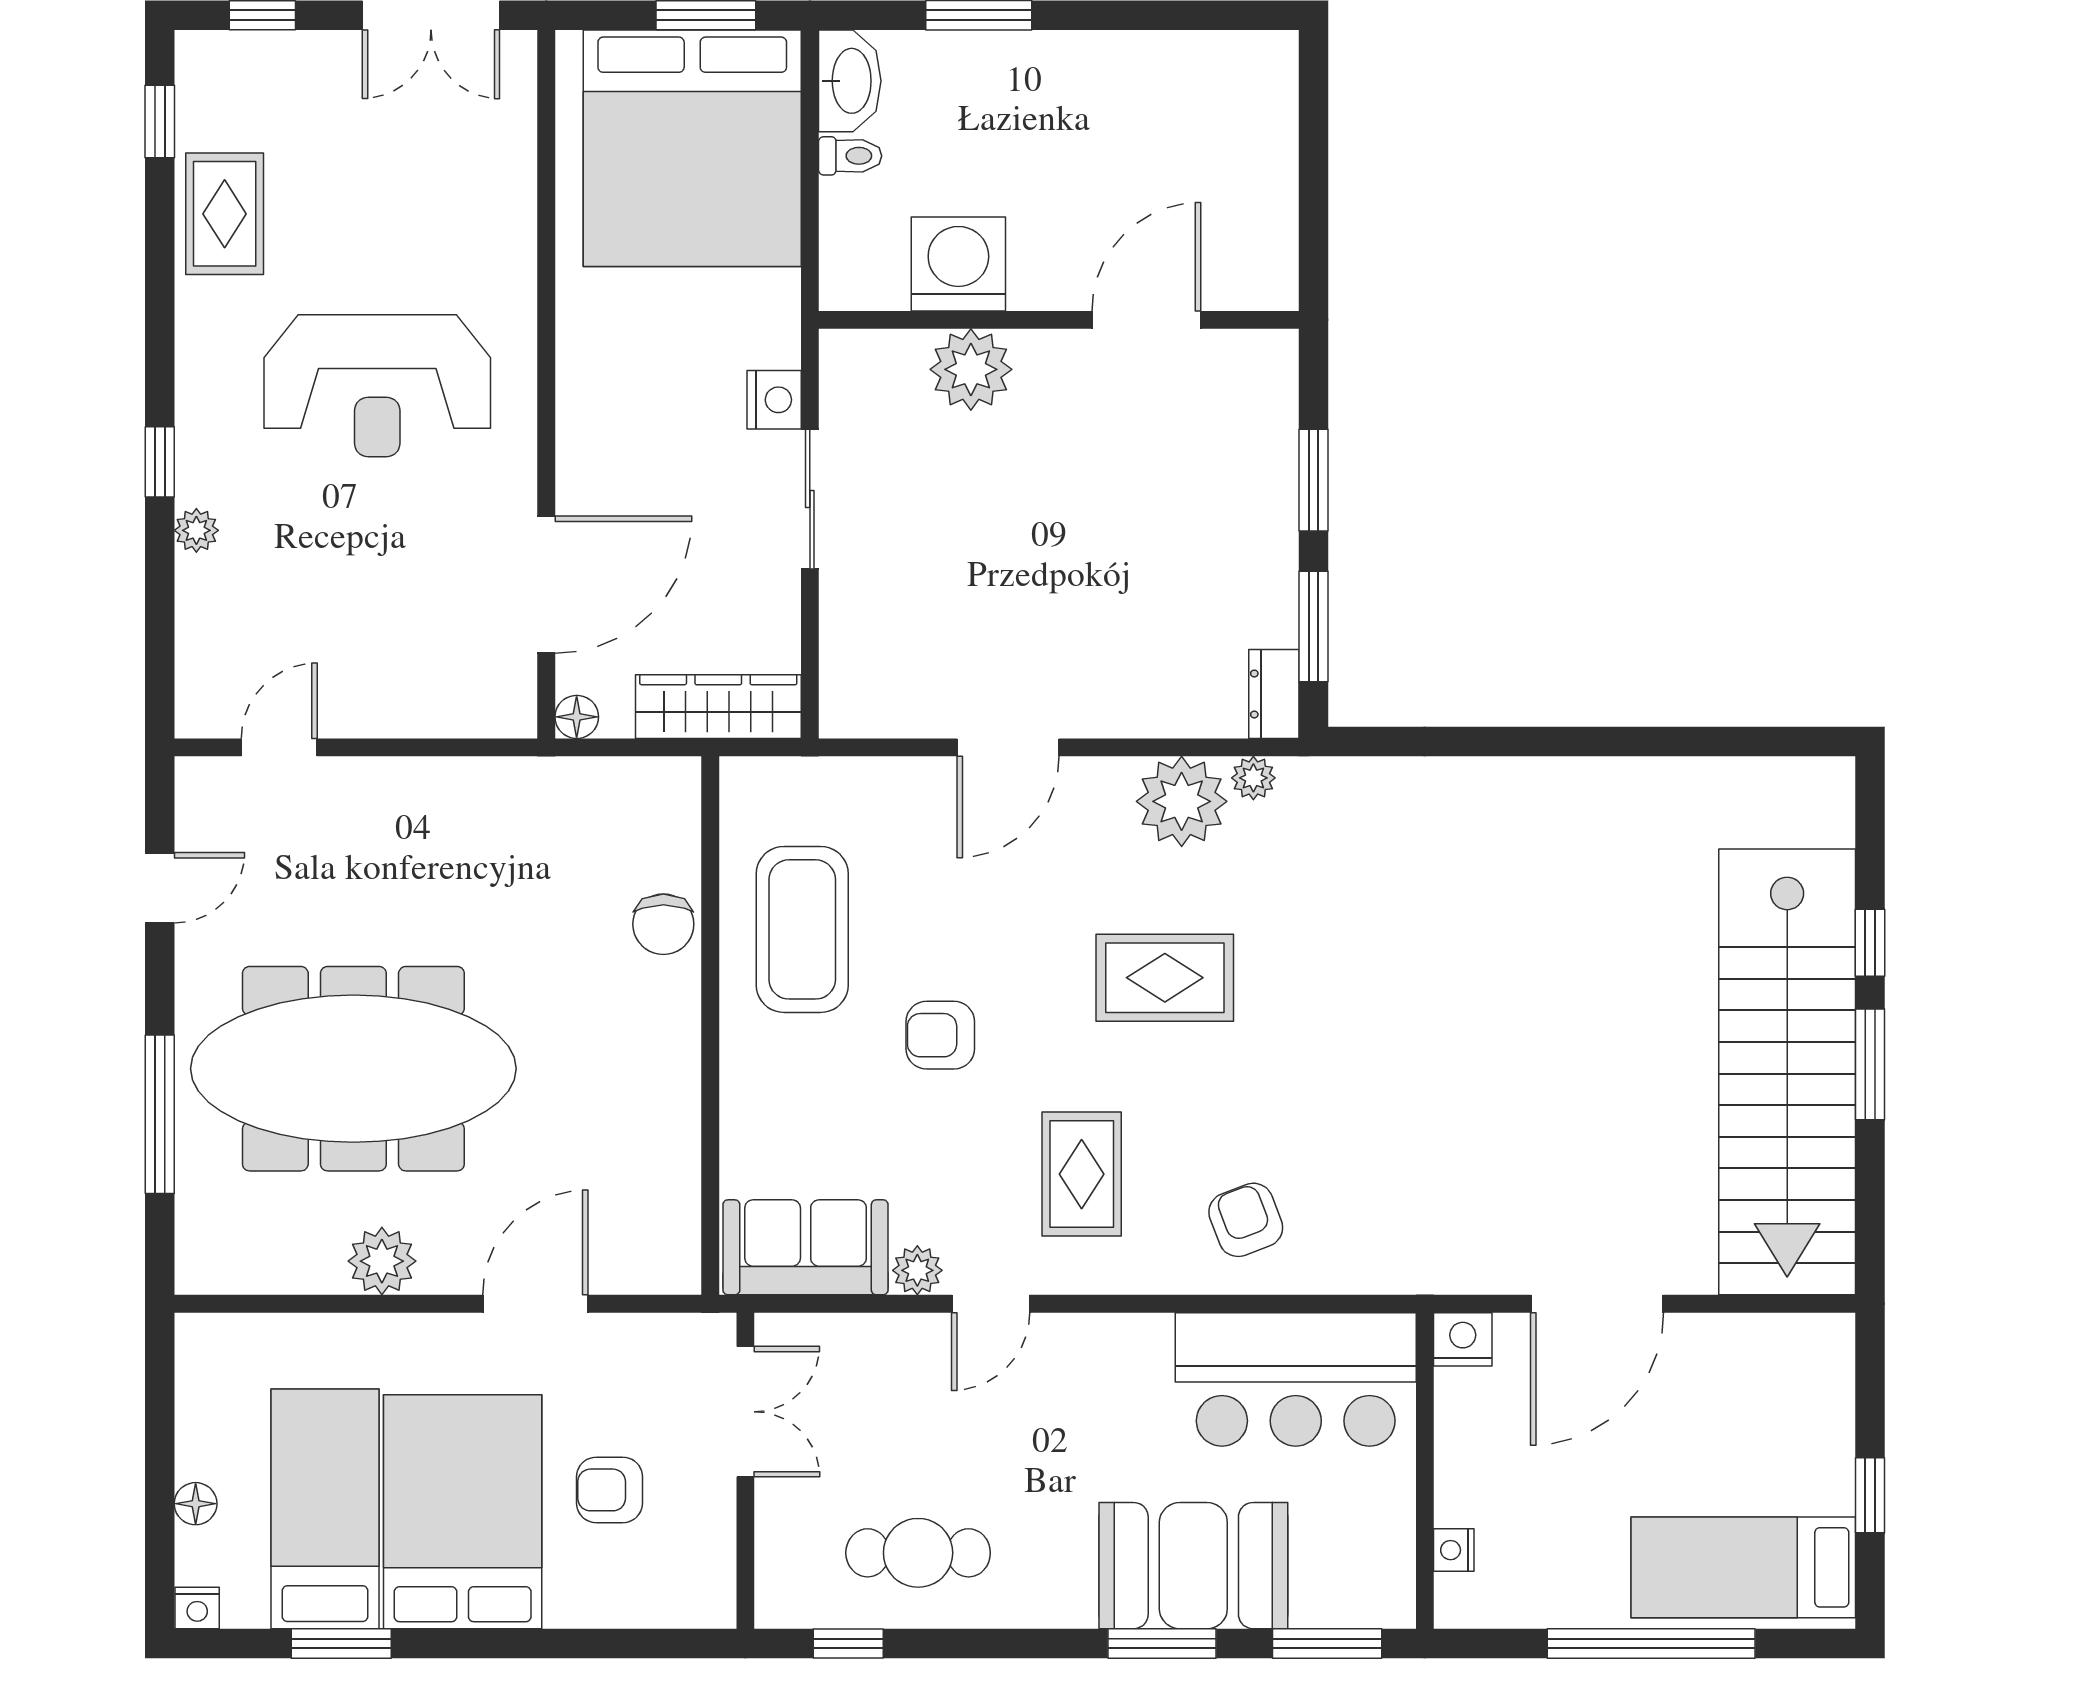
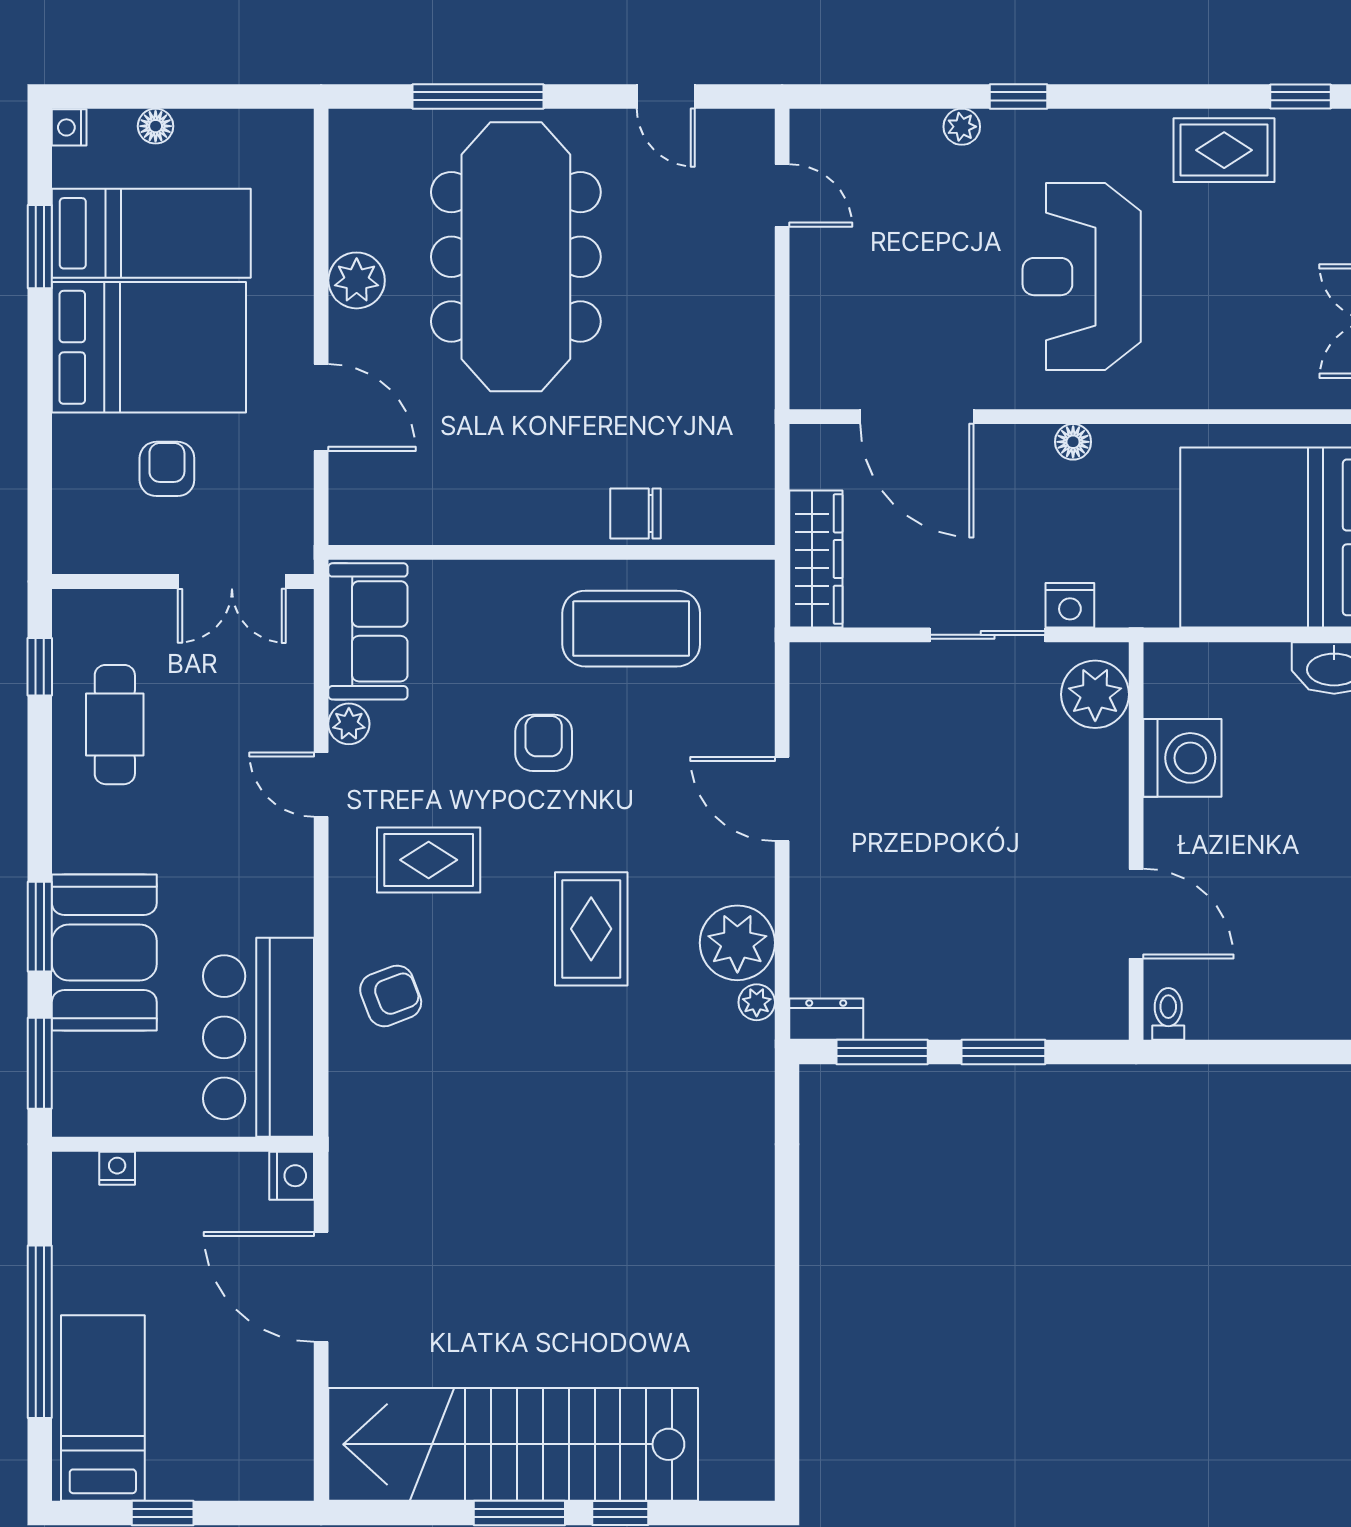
toilet: (850, 156) -> (1168, 1014), moved, turned 180
plant: (971, 369) -> (1095, 694), moved
floor lamp: (577, 717) -> (1073, 442), moved

